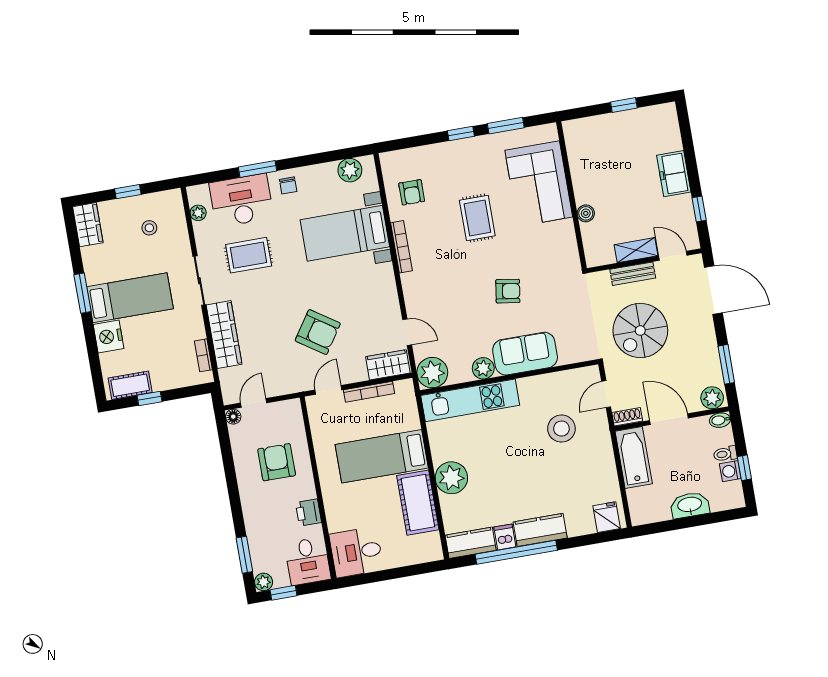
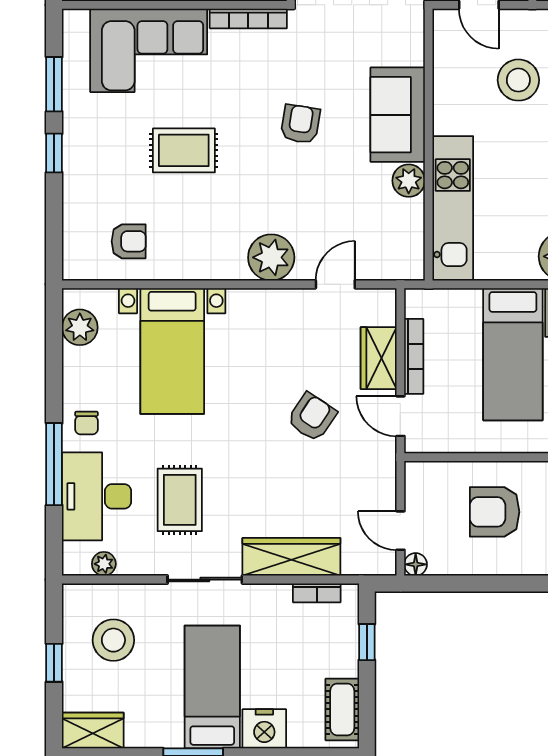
window: (258, 169) -> (54, 464), width x1.44
chair: (288, 185) -> (86, 423), turned 90
stool: (149, 228) -> (113, 640), width x1.89, depth x1.89
bookcase: (401, 247) -> (248, 18), moved, turned 180
armchair: (318, 332) -> (312, 417), width x0.72, depth x0.72
wardrobe: (388, 365) -> (379, 358), moved
plant: (432, 373) -> (271, 257), moved
window: (149, 398) -> (367, 642), moved

